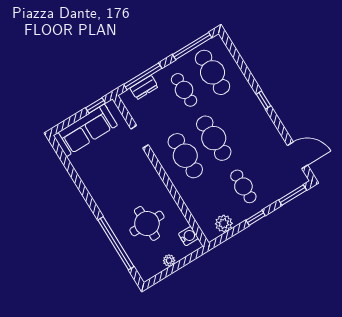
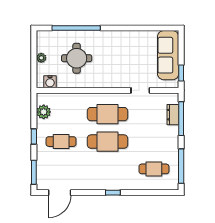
cafe table: (213, 72) -> (154, 169), width x0.73, depth x0.74
cafe table: (184, 90) -> (154, 142), removed

